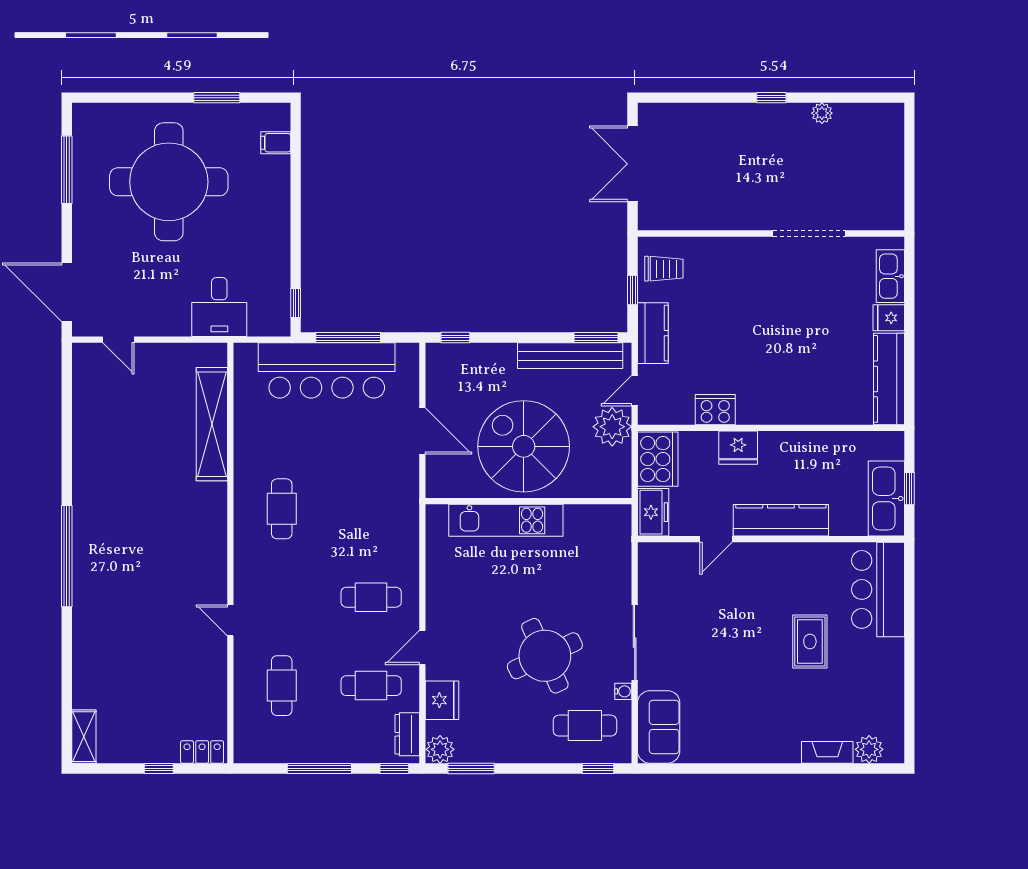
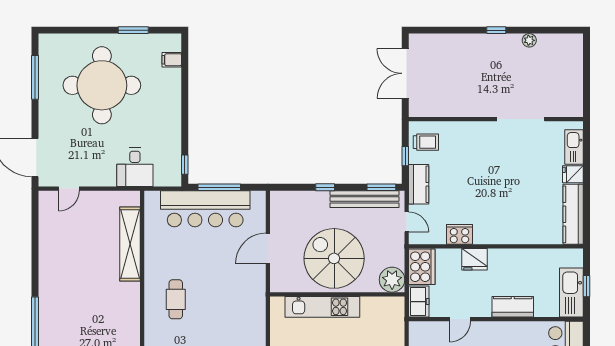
window: (455, 338) -> (325, 187), moved
door: (118, 340) -> (69, 189), hinge flipped
door: (635, 391) -> (407, 222), swing flipped
plant: (612, 427) -> (392, 280), moved
door: (422, 431) -> (268, 248), swing flipped
kitchen counter: (781, 520) -> (513, 307), width x0.67

